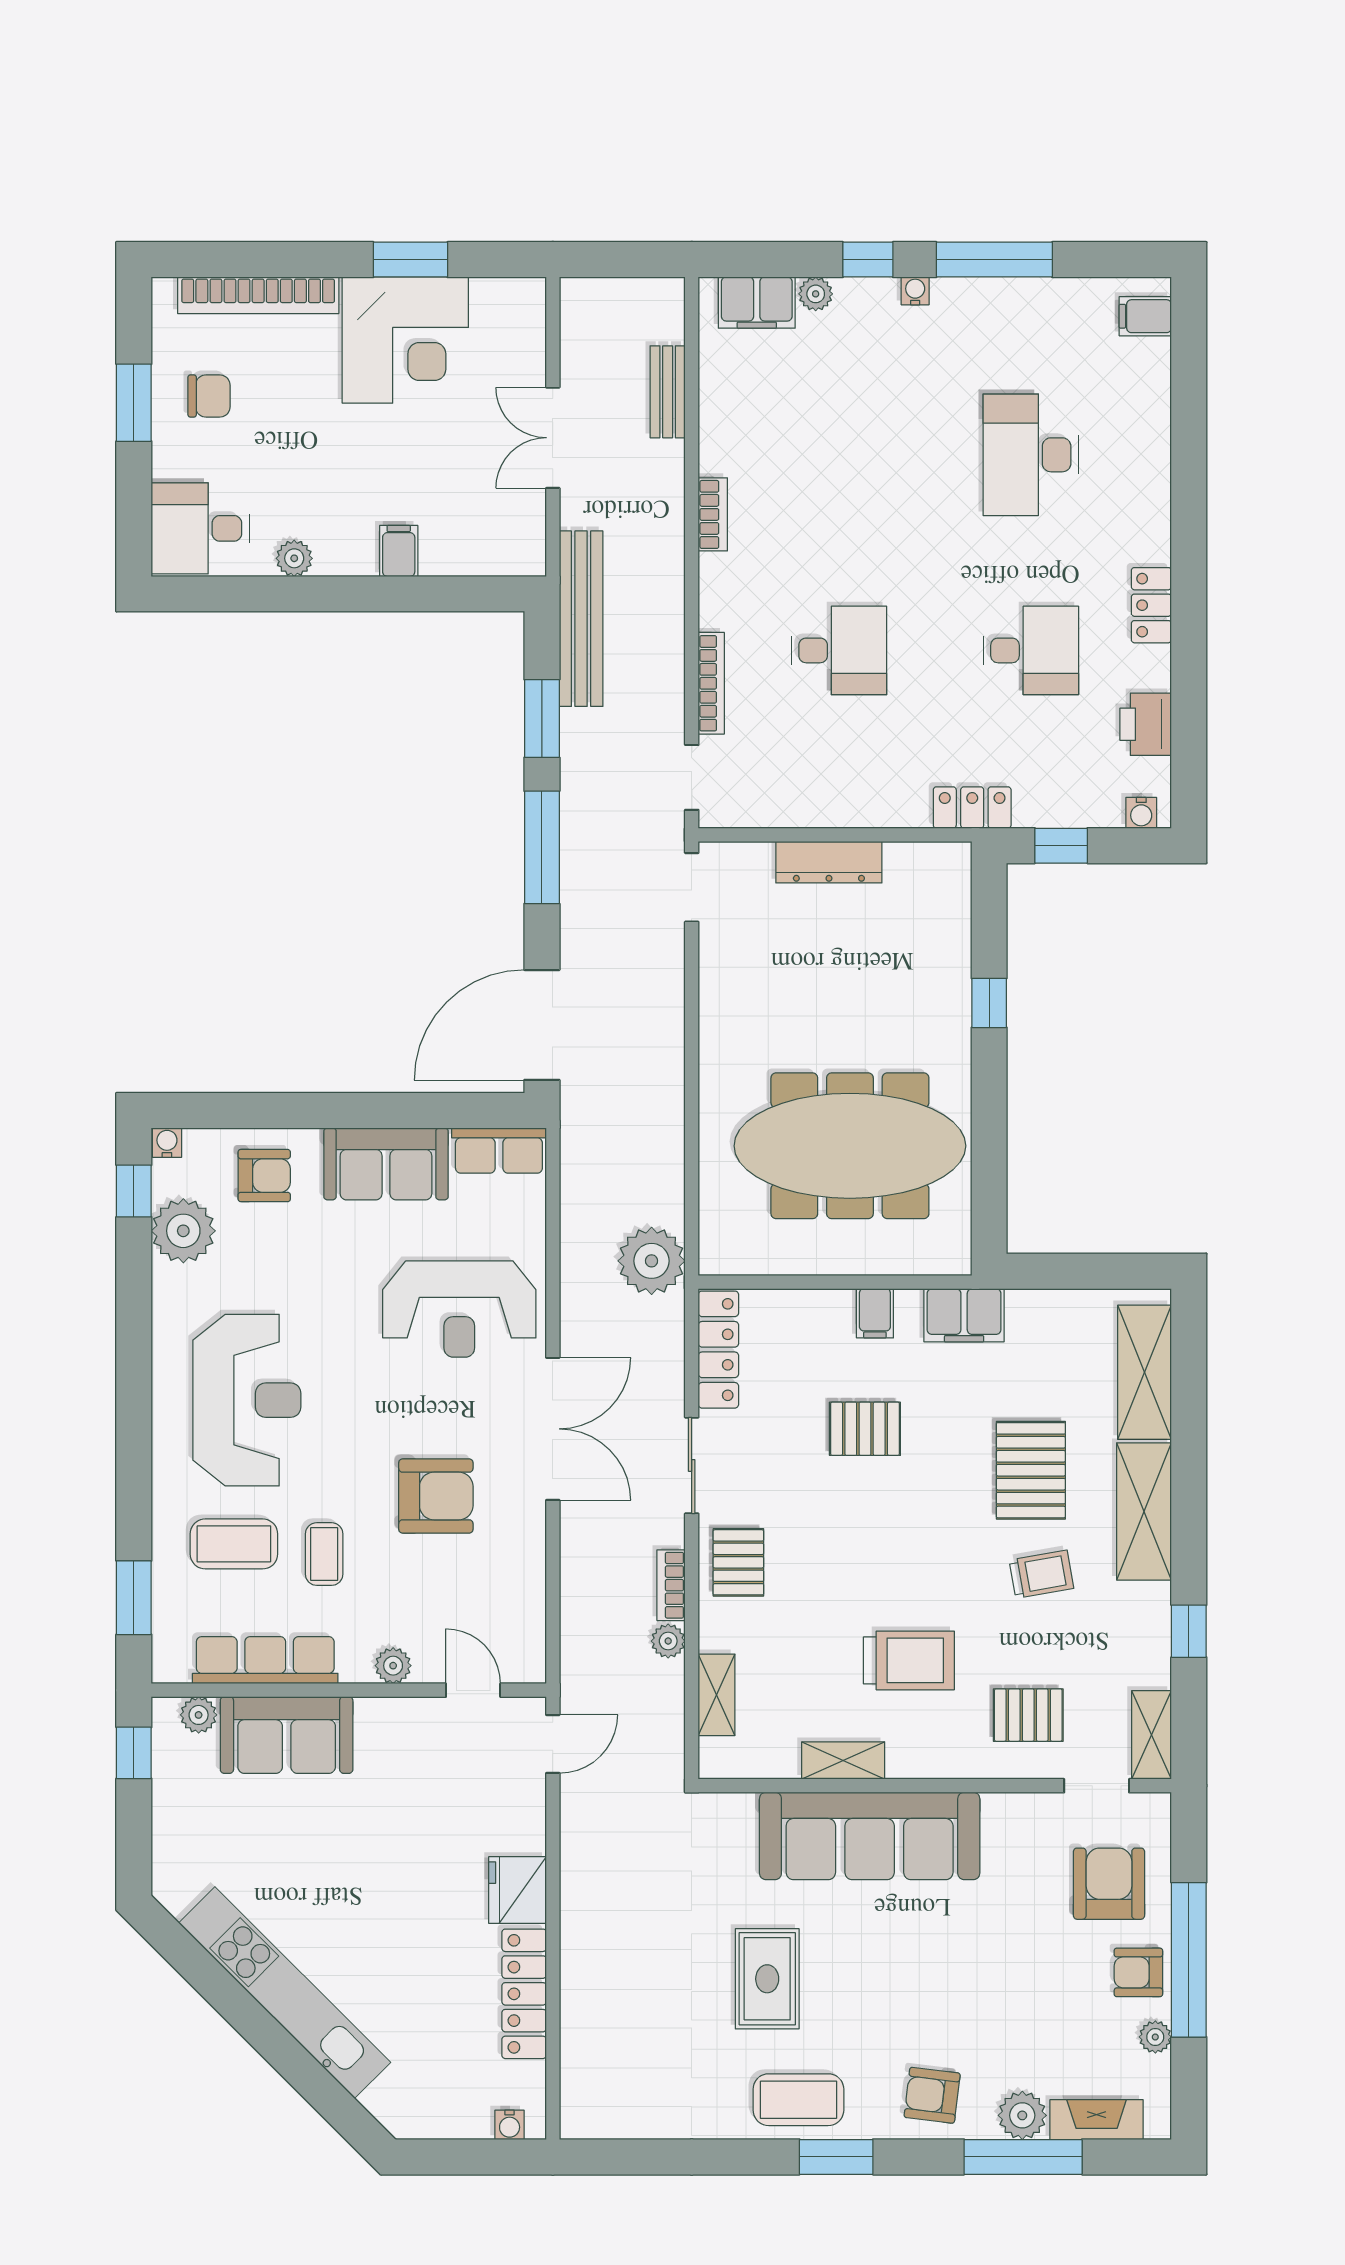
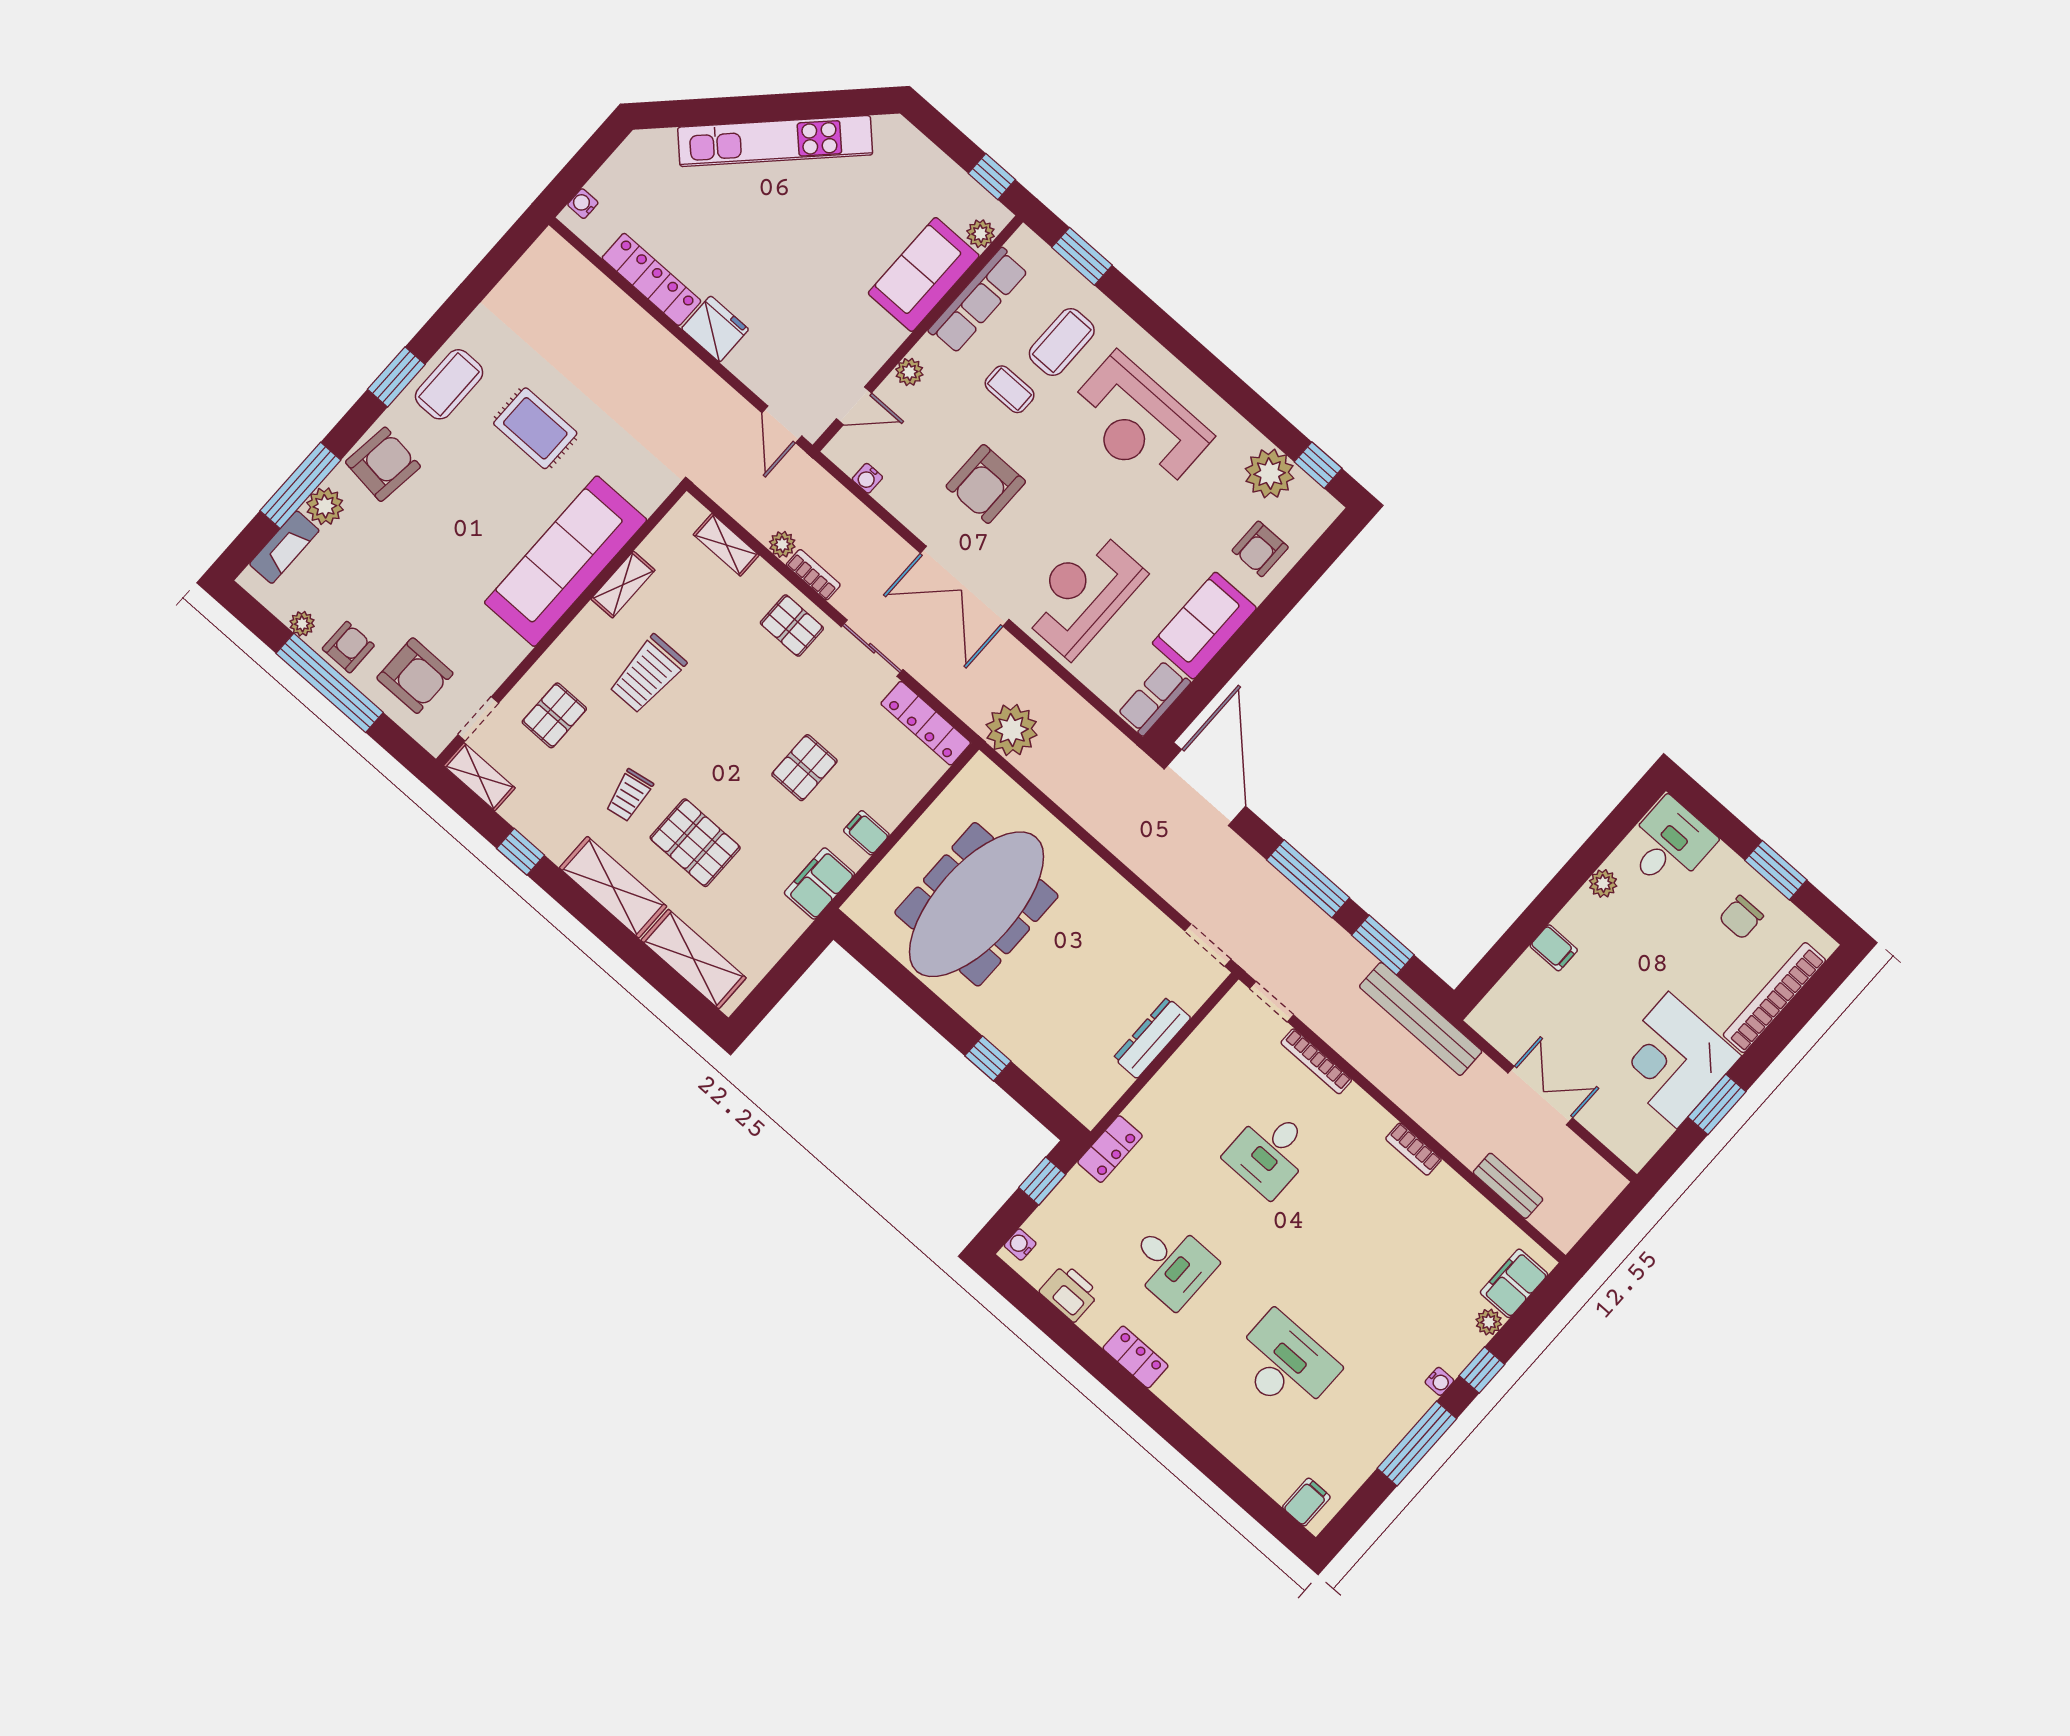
desk: (1031, 650) -> (1171, 1264), turned -90
water cooler: (167, 1143) -> (867, 478), moved, turned 90
armchair: (932, 2095) -> (383, 464), width x1.38, depth x1.38

